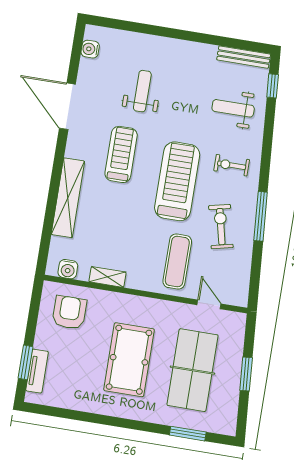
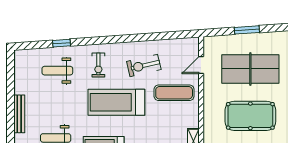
bench: (244, 57) -> (19, 114), moved
window: (273, 86) -> (62, 43), moved
weight bench: (233, 108) -> (57, 71), turned 90
window: (261, 216) -> (132, 38), removed

